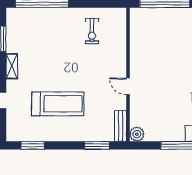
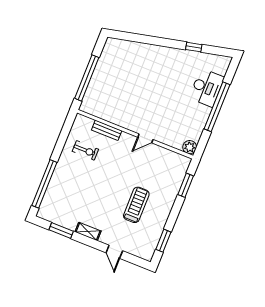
treadmill: (58, 104) -> (136, 205), width x0.73, depth x0.73
bench: (121, 126) -> (107, 130), moved

